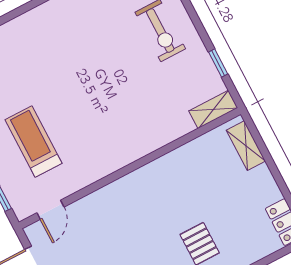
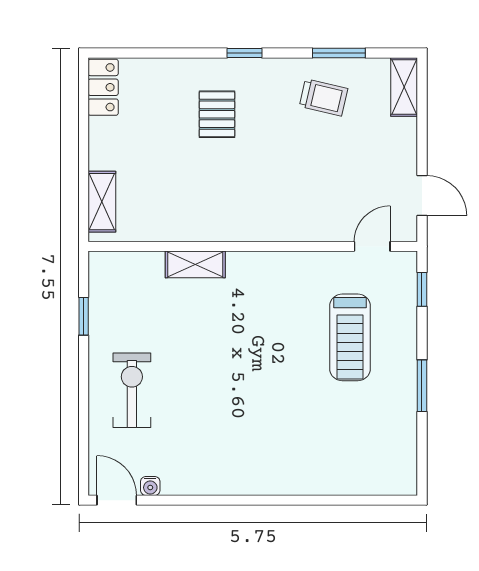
shelving: (213, 109) -> (195, 264), moved

